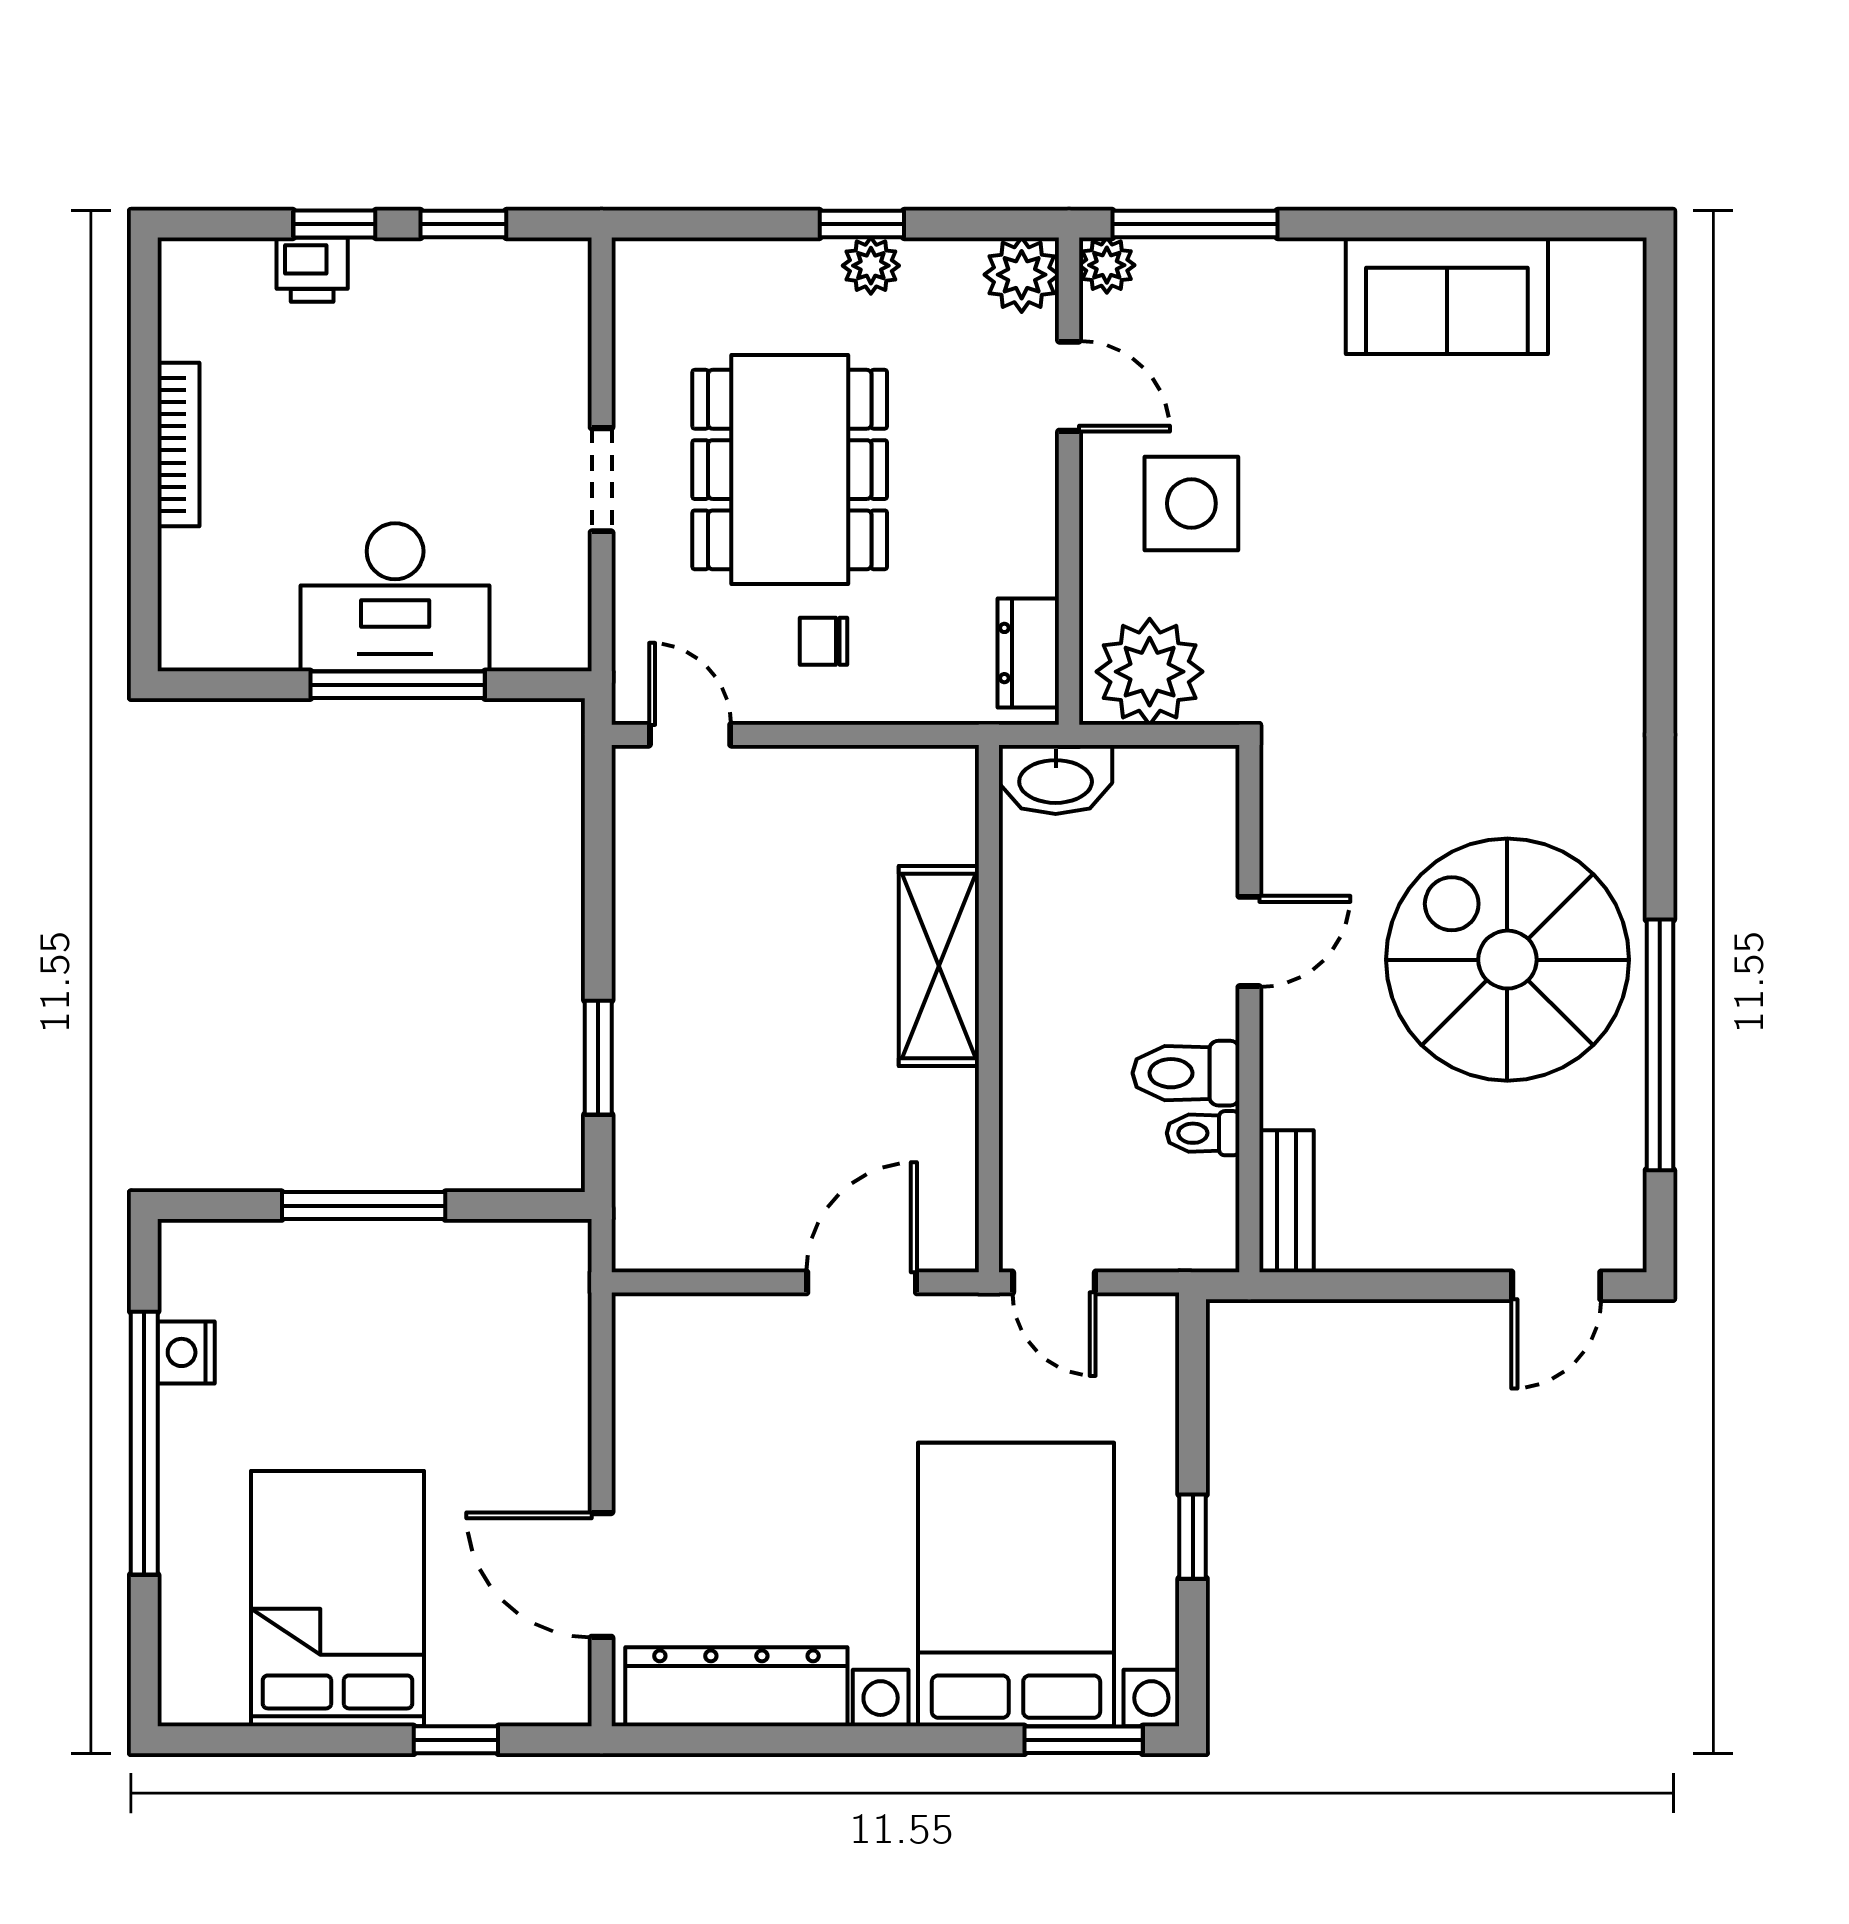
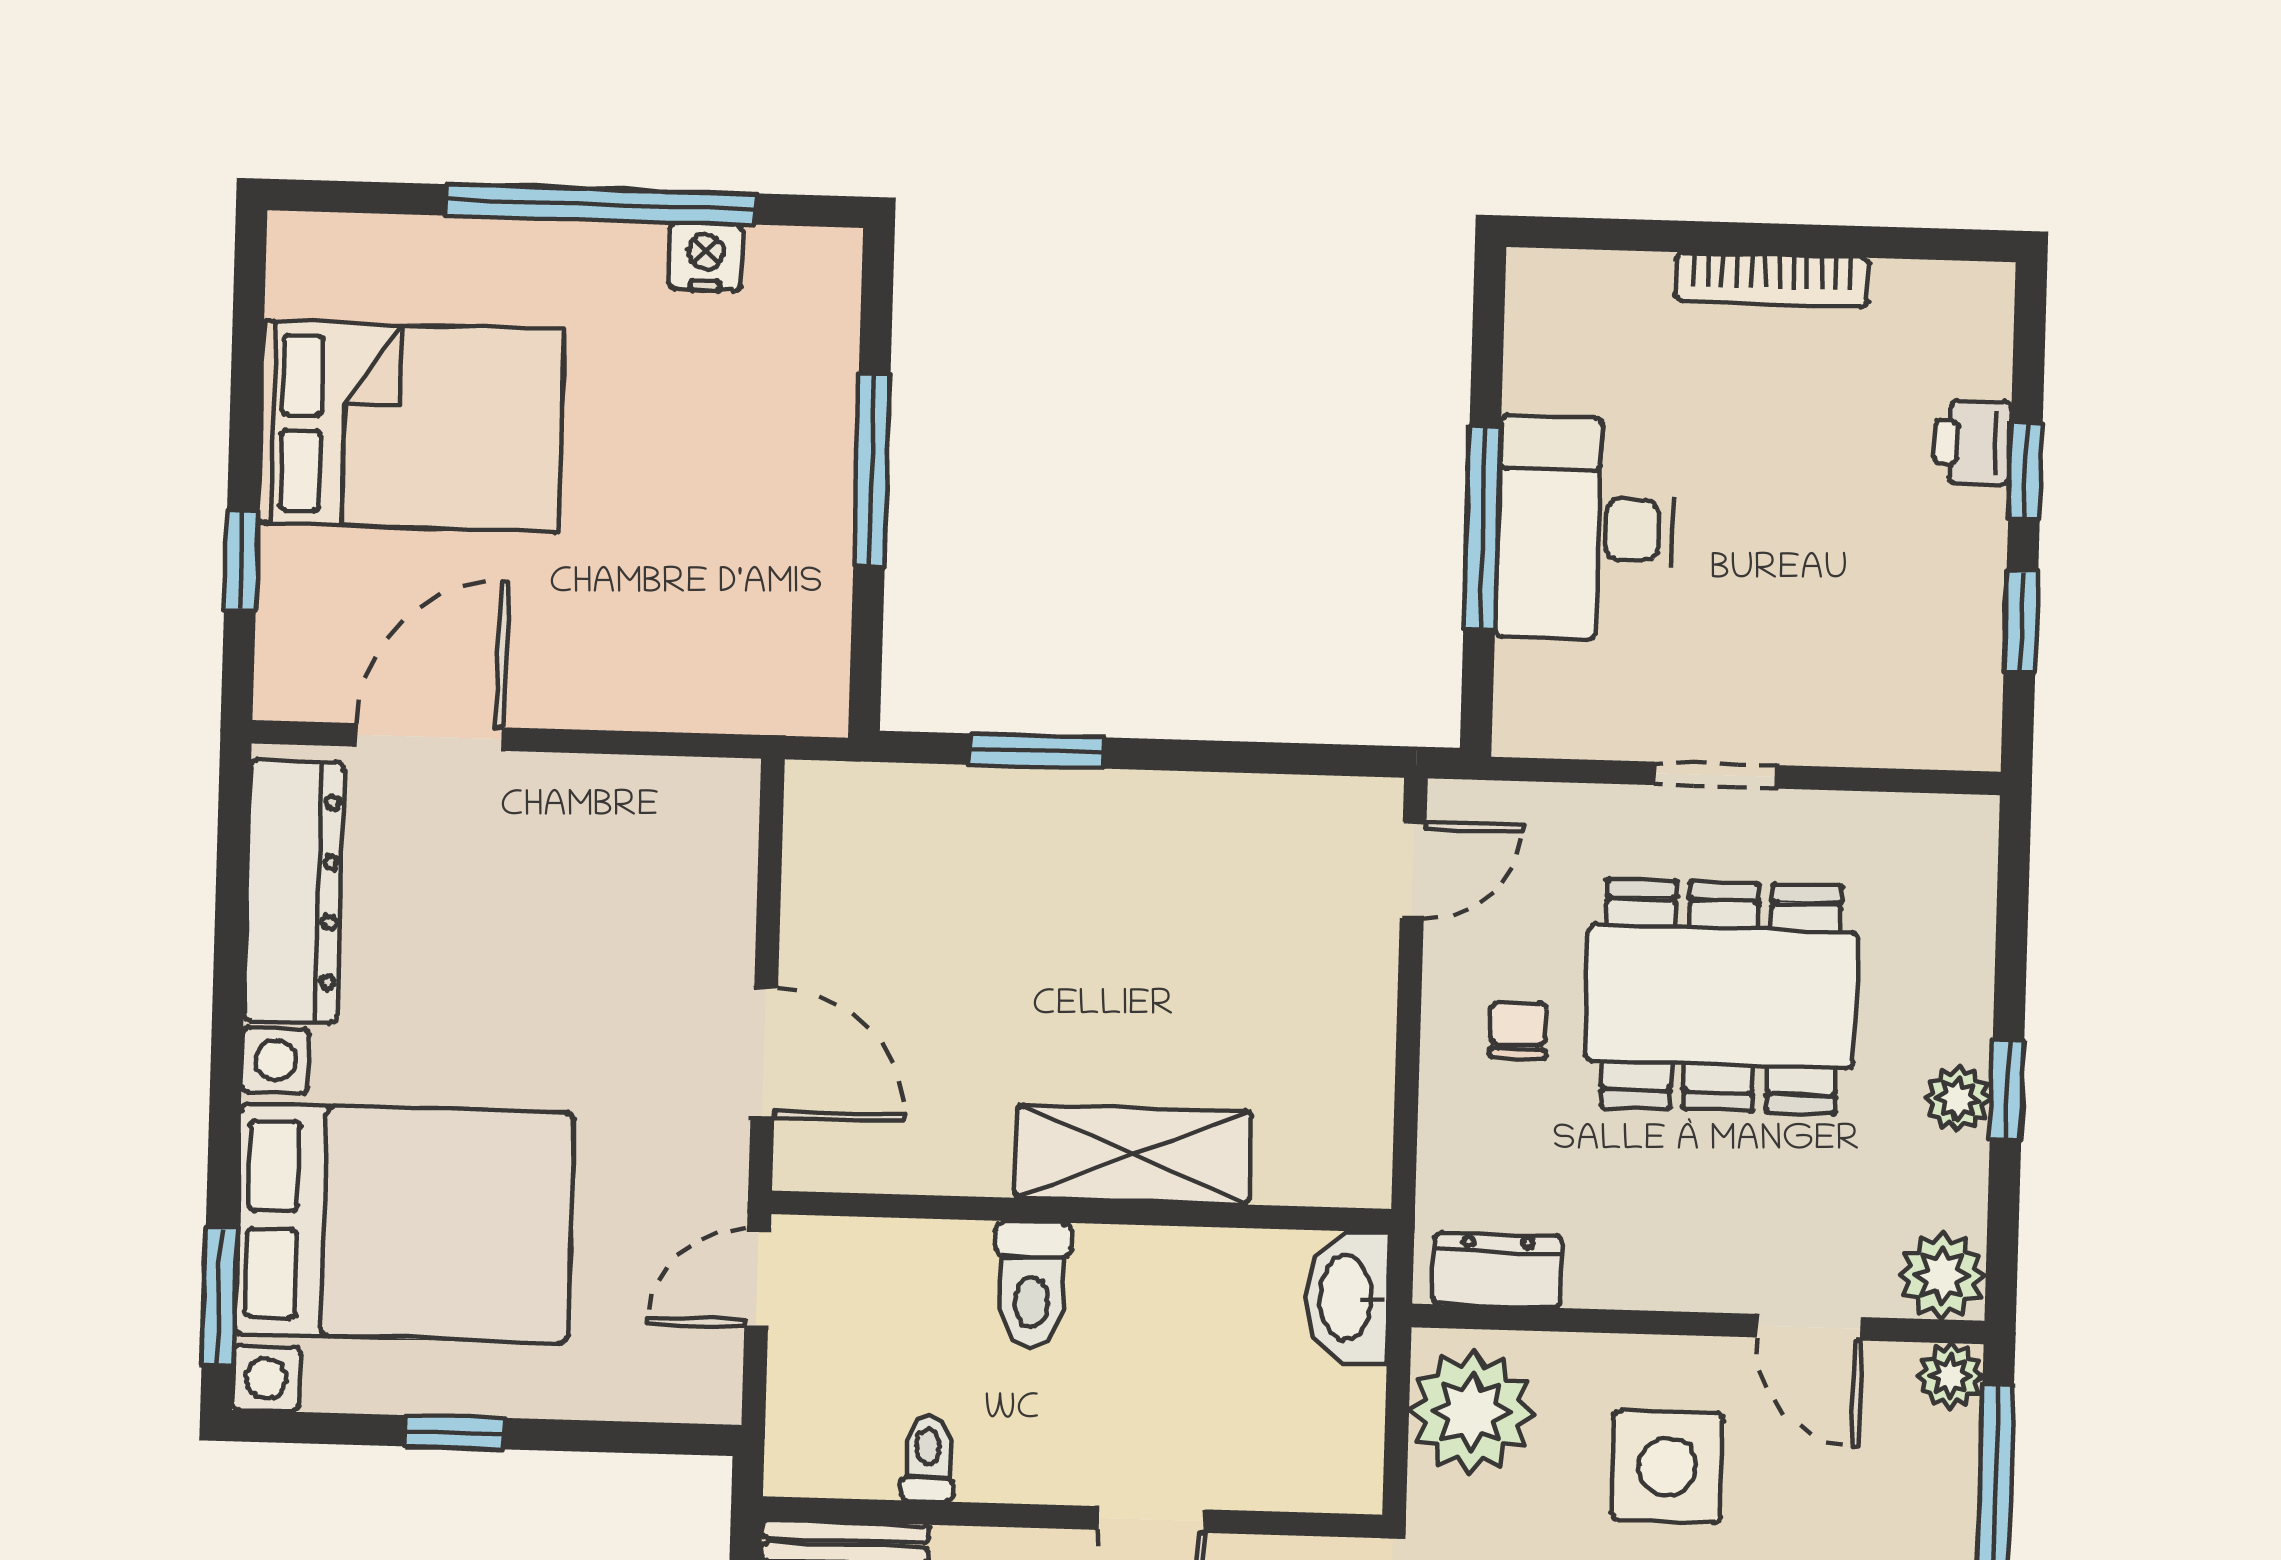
door: (1069, 386) -> (1809, 1327), hinge flipped
toilet: (1186, 1073) -> (1032, 1284), moved, turned 180

